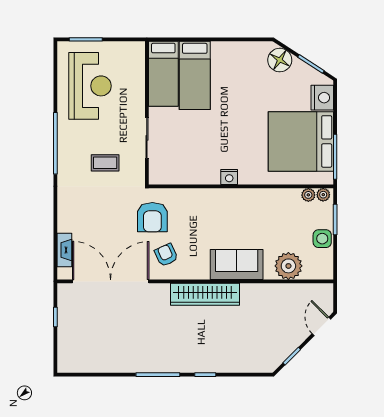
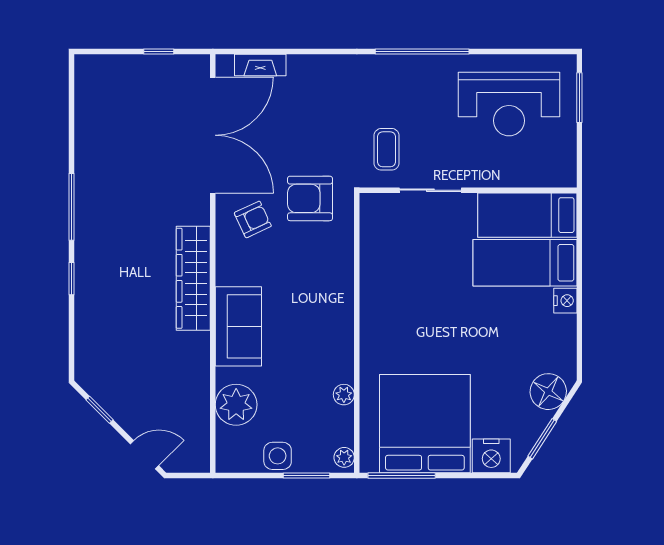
coffee table: (105, 163) -> (386, 149), moved
nightstand: (229, 177) -> (565, 301), moved, turned 180
plant: (308, 195) -> (344, 395), moved

